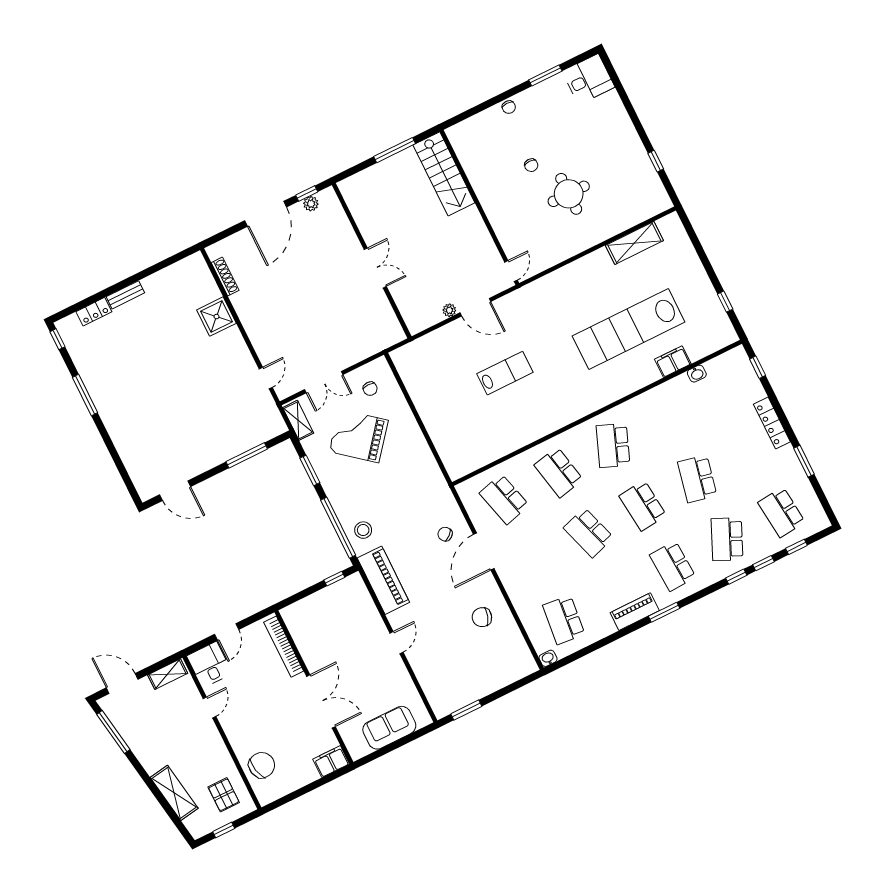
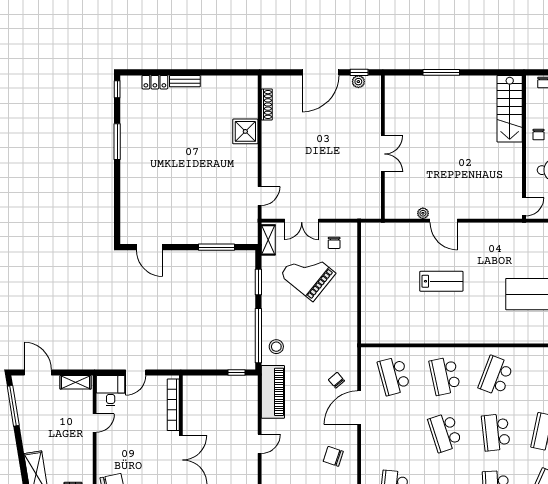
stairs: (444, 174) -> (510, 109), moved
wall: (480, 207) -> (524, 147), moved
door: (511, 271) -> (524, 207), moved

